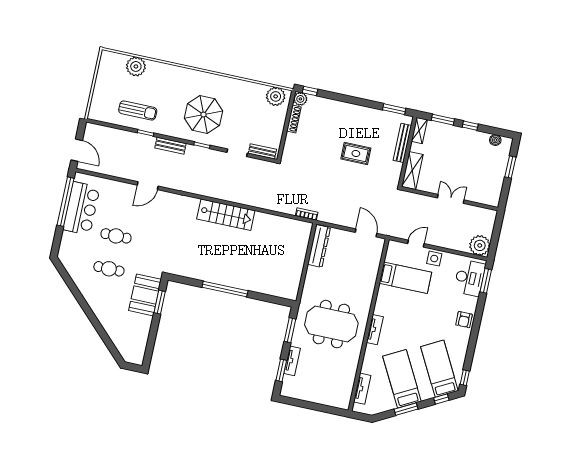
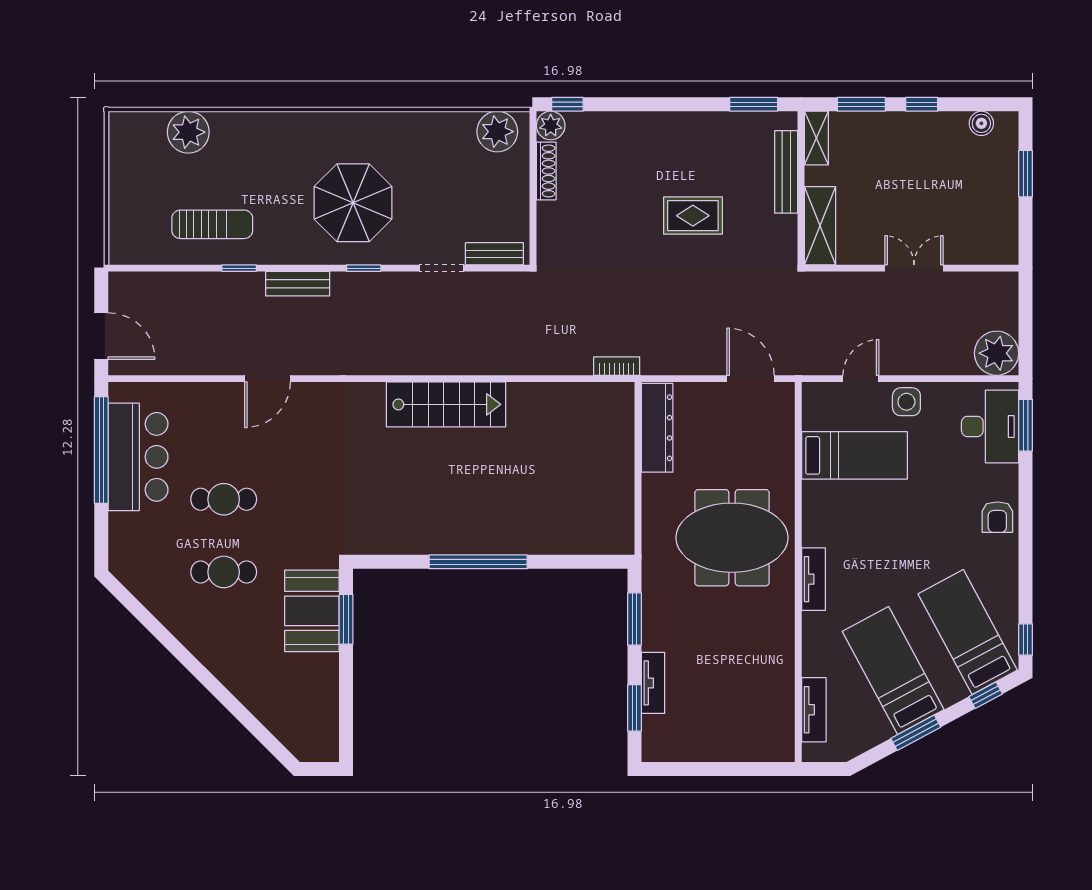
meeting table: (331, 324) -> (732, 538), moved

